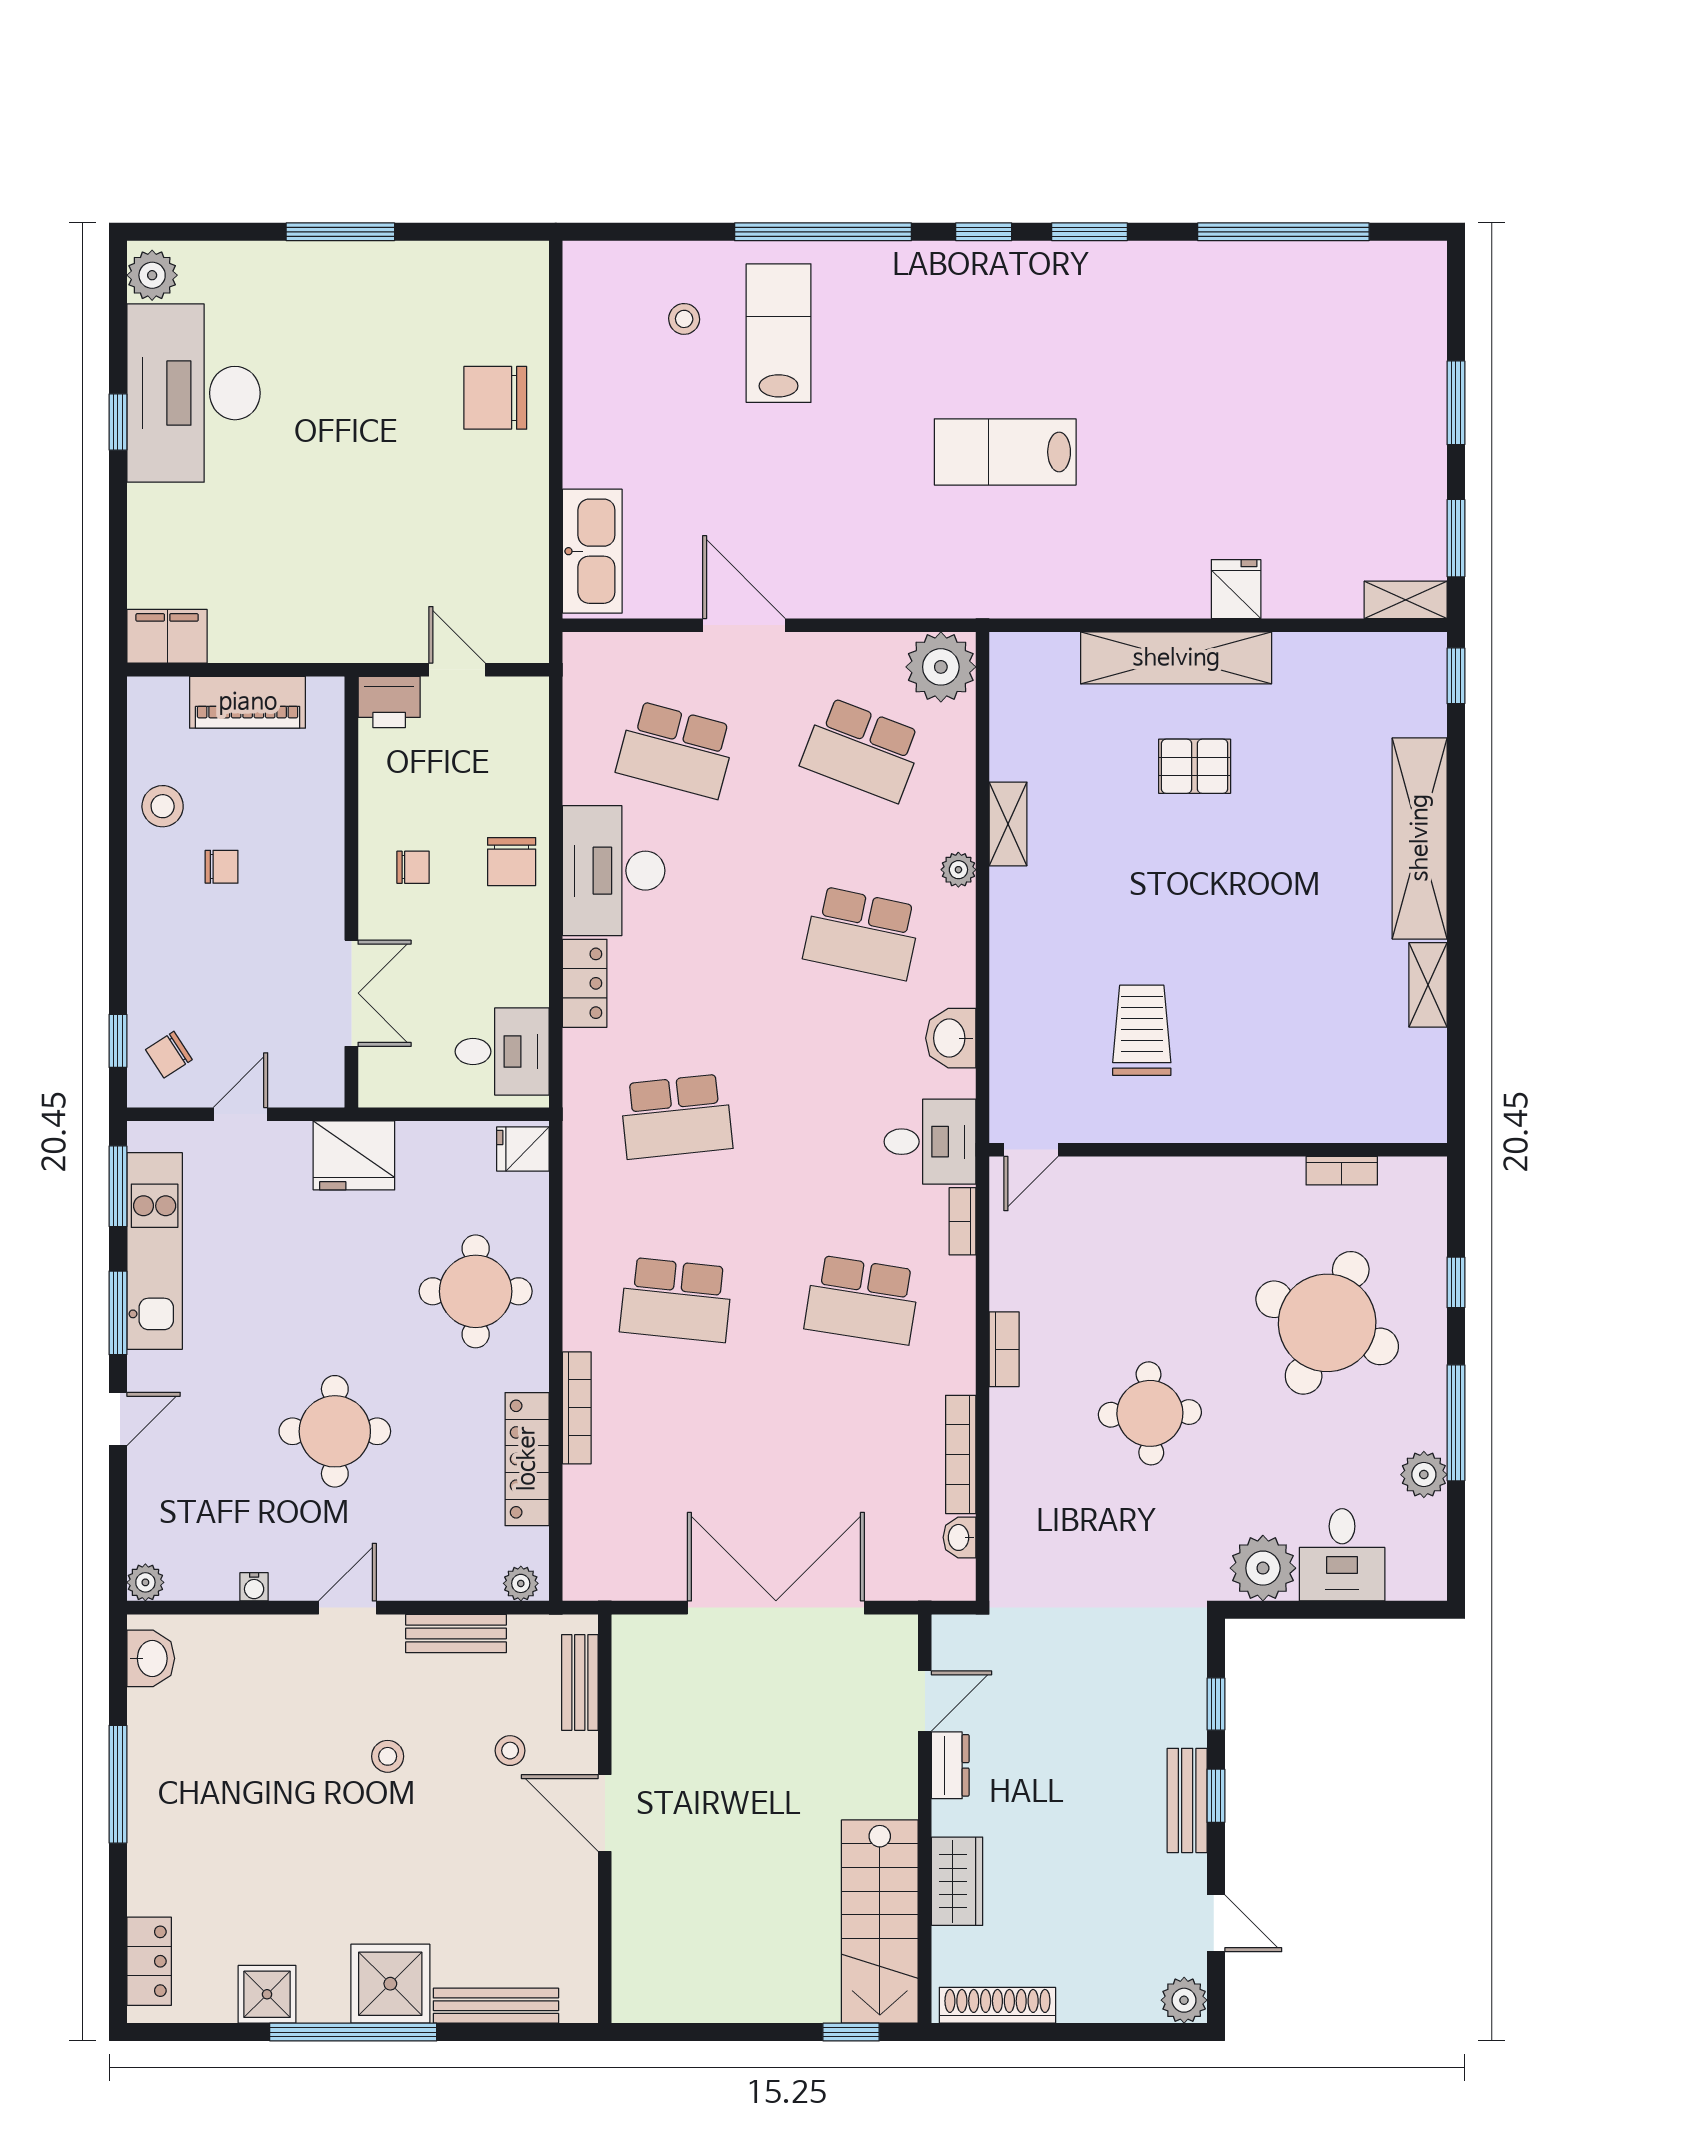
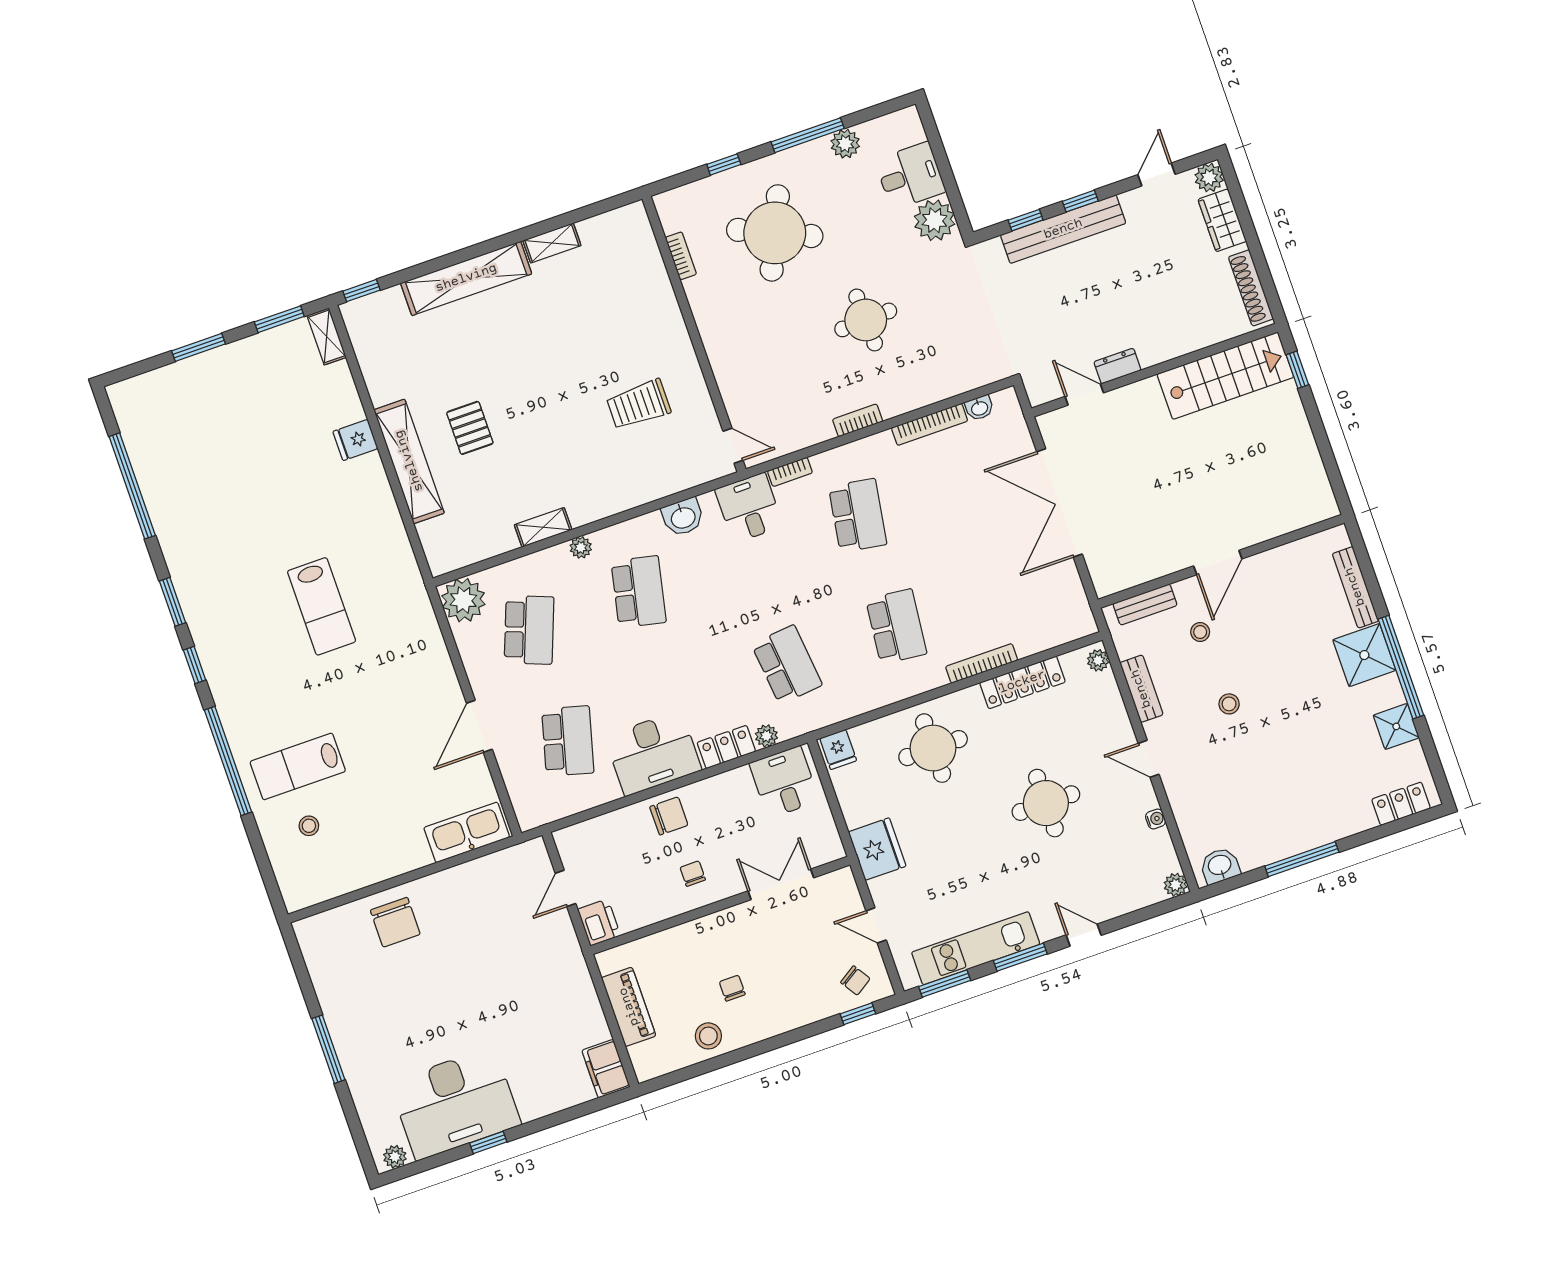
plant: (152, 275) -> (395, 1157), width x0.73, depth x0.73
plant: (580, 1049) -> (766, 736), added
bench: (1187, 1800) -> (1063, 229), width x1.86, depth x1.21
wardrobe: (957, 1881) -> (1222, 220), moved, turned -90

